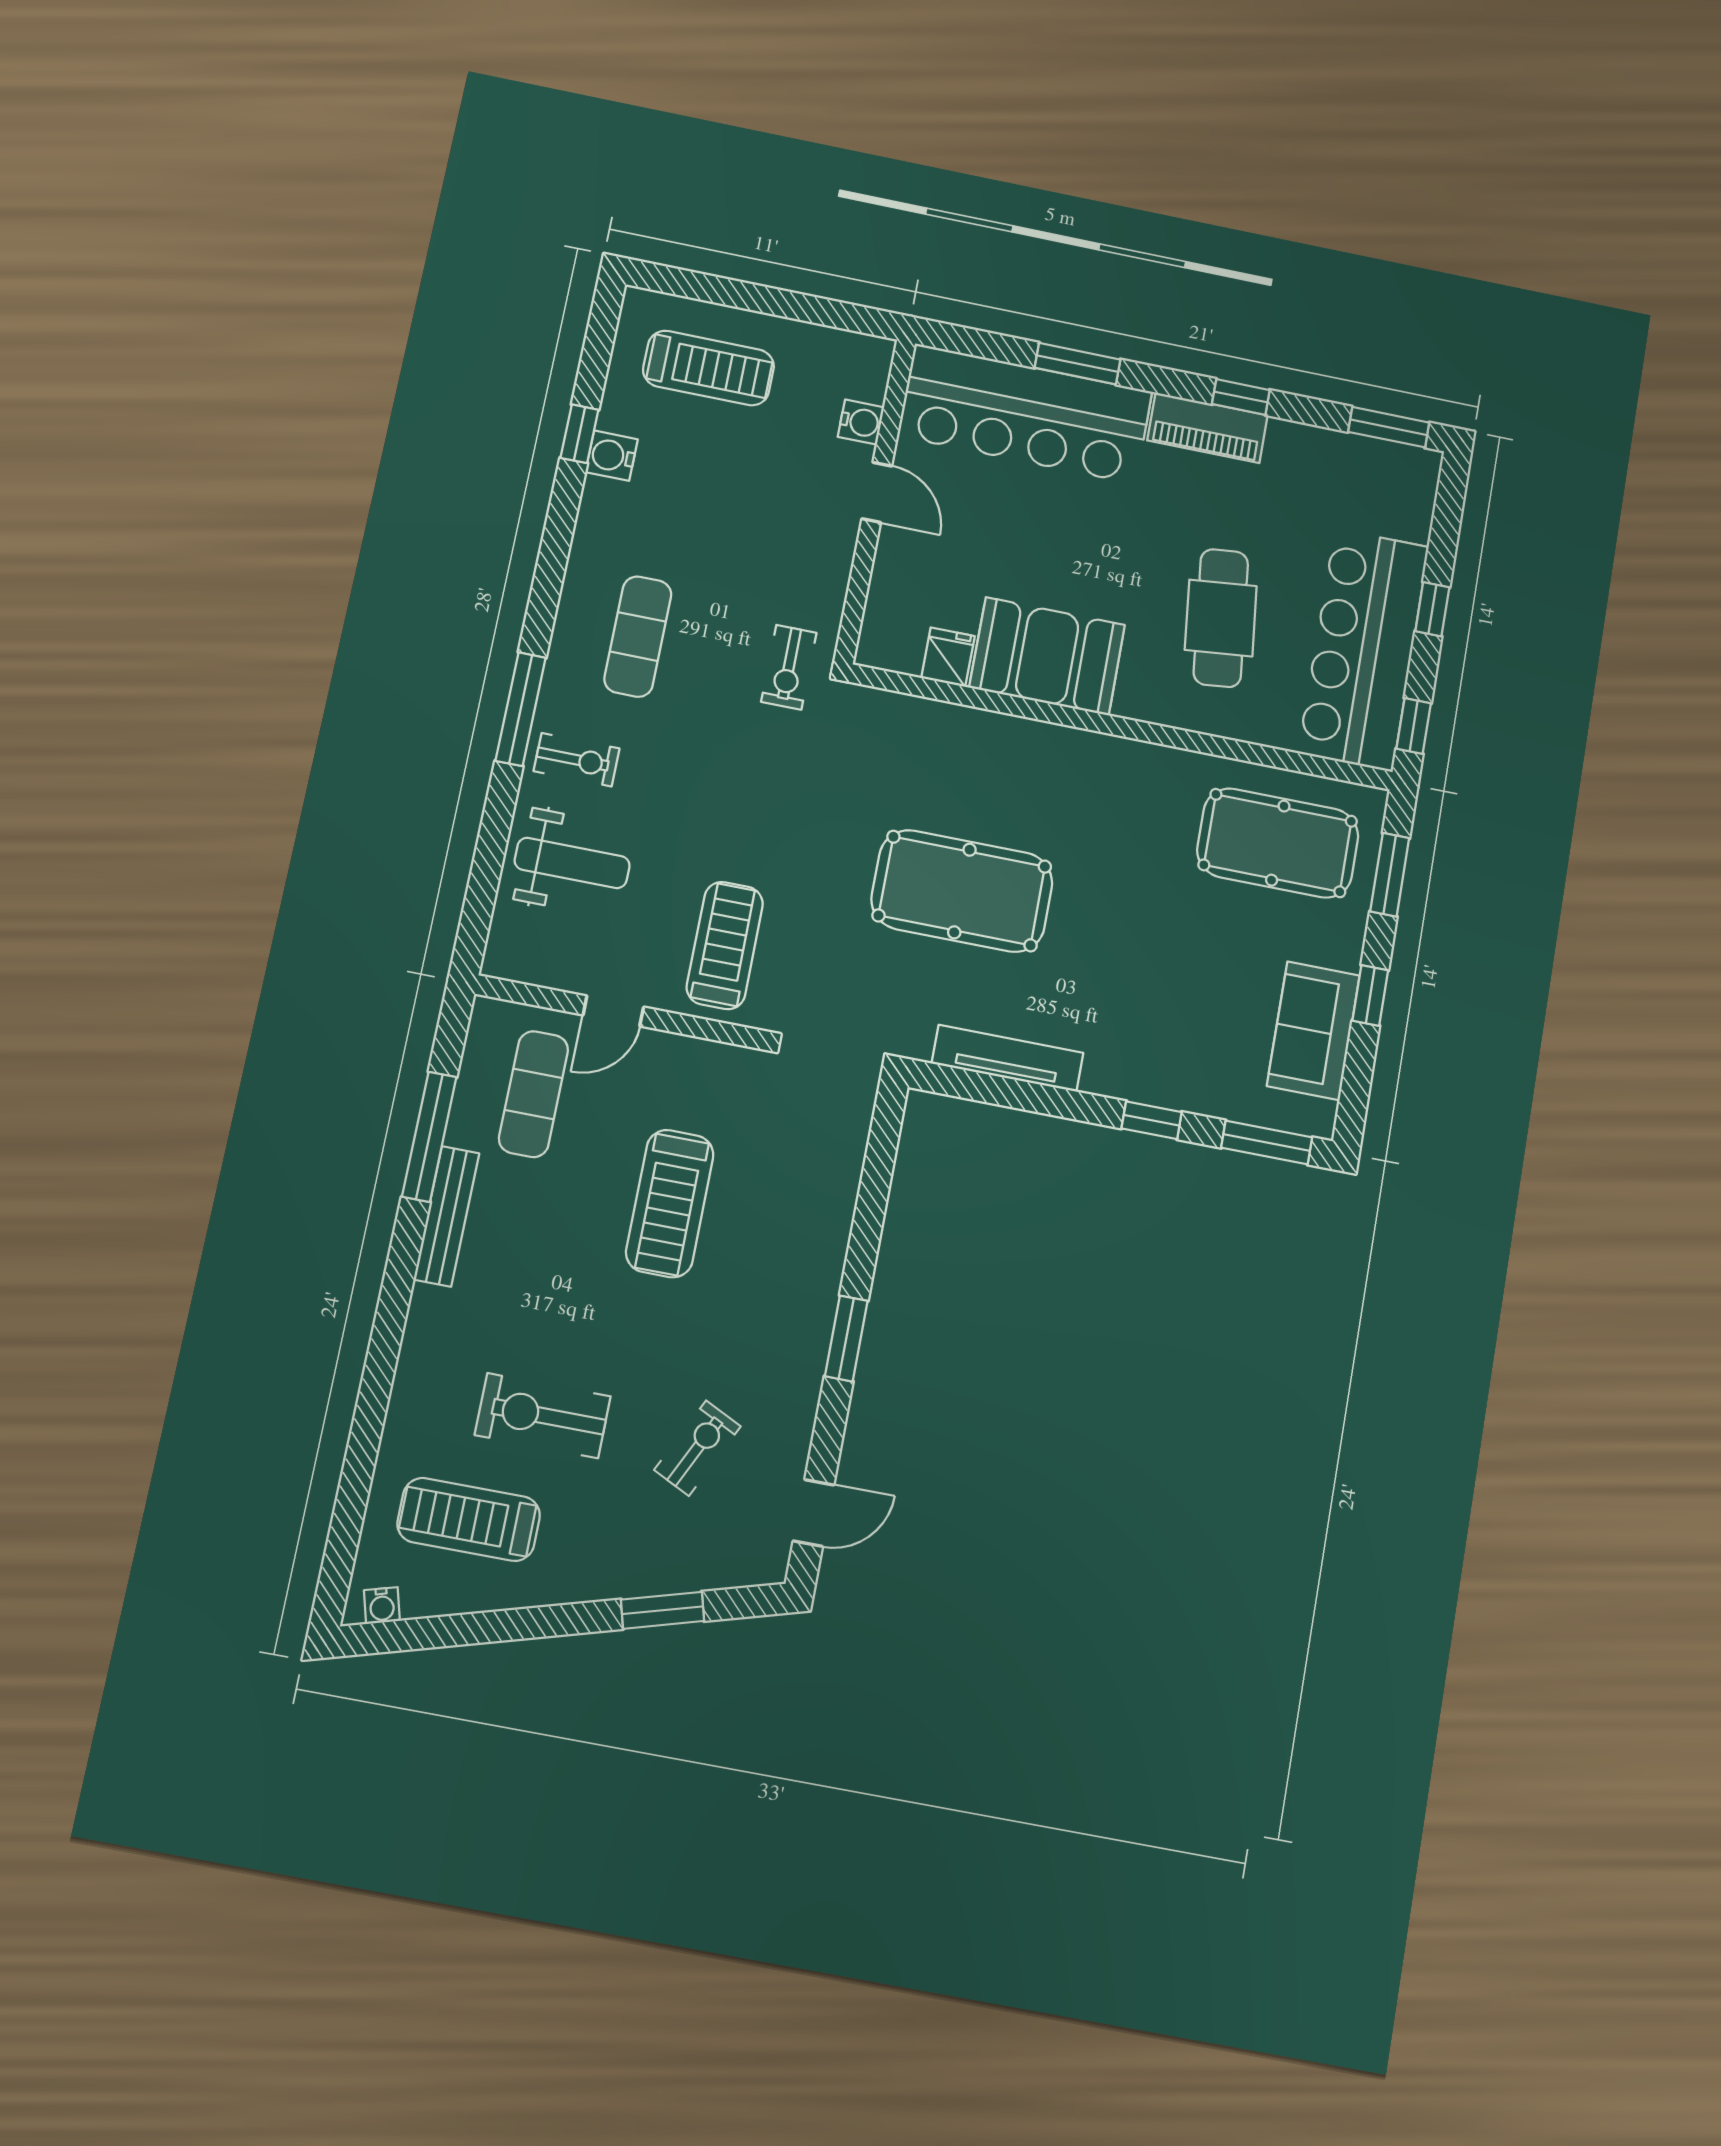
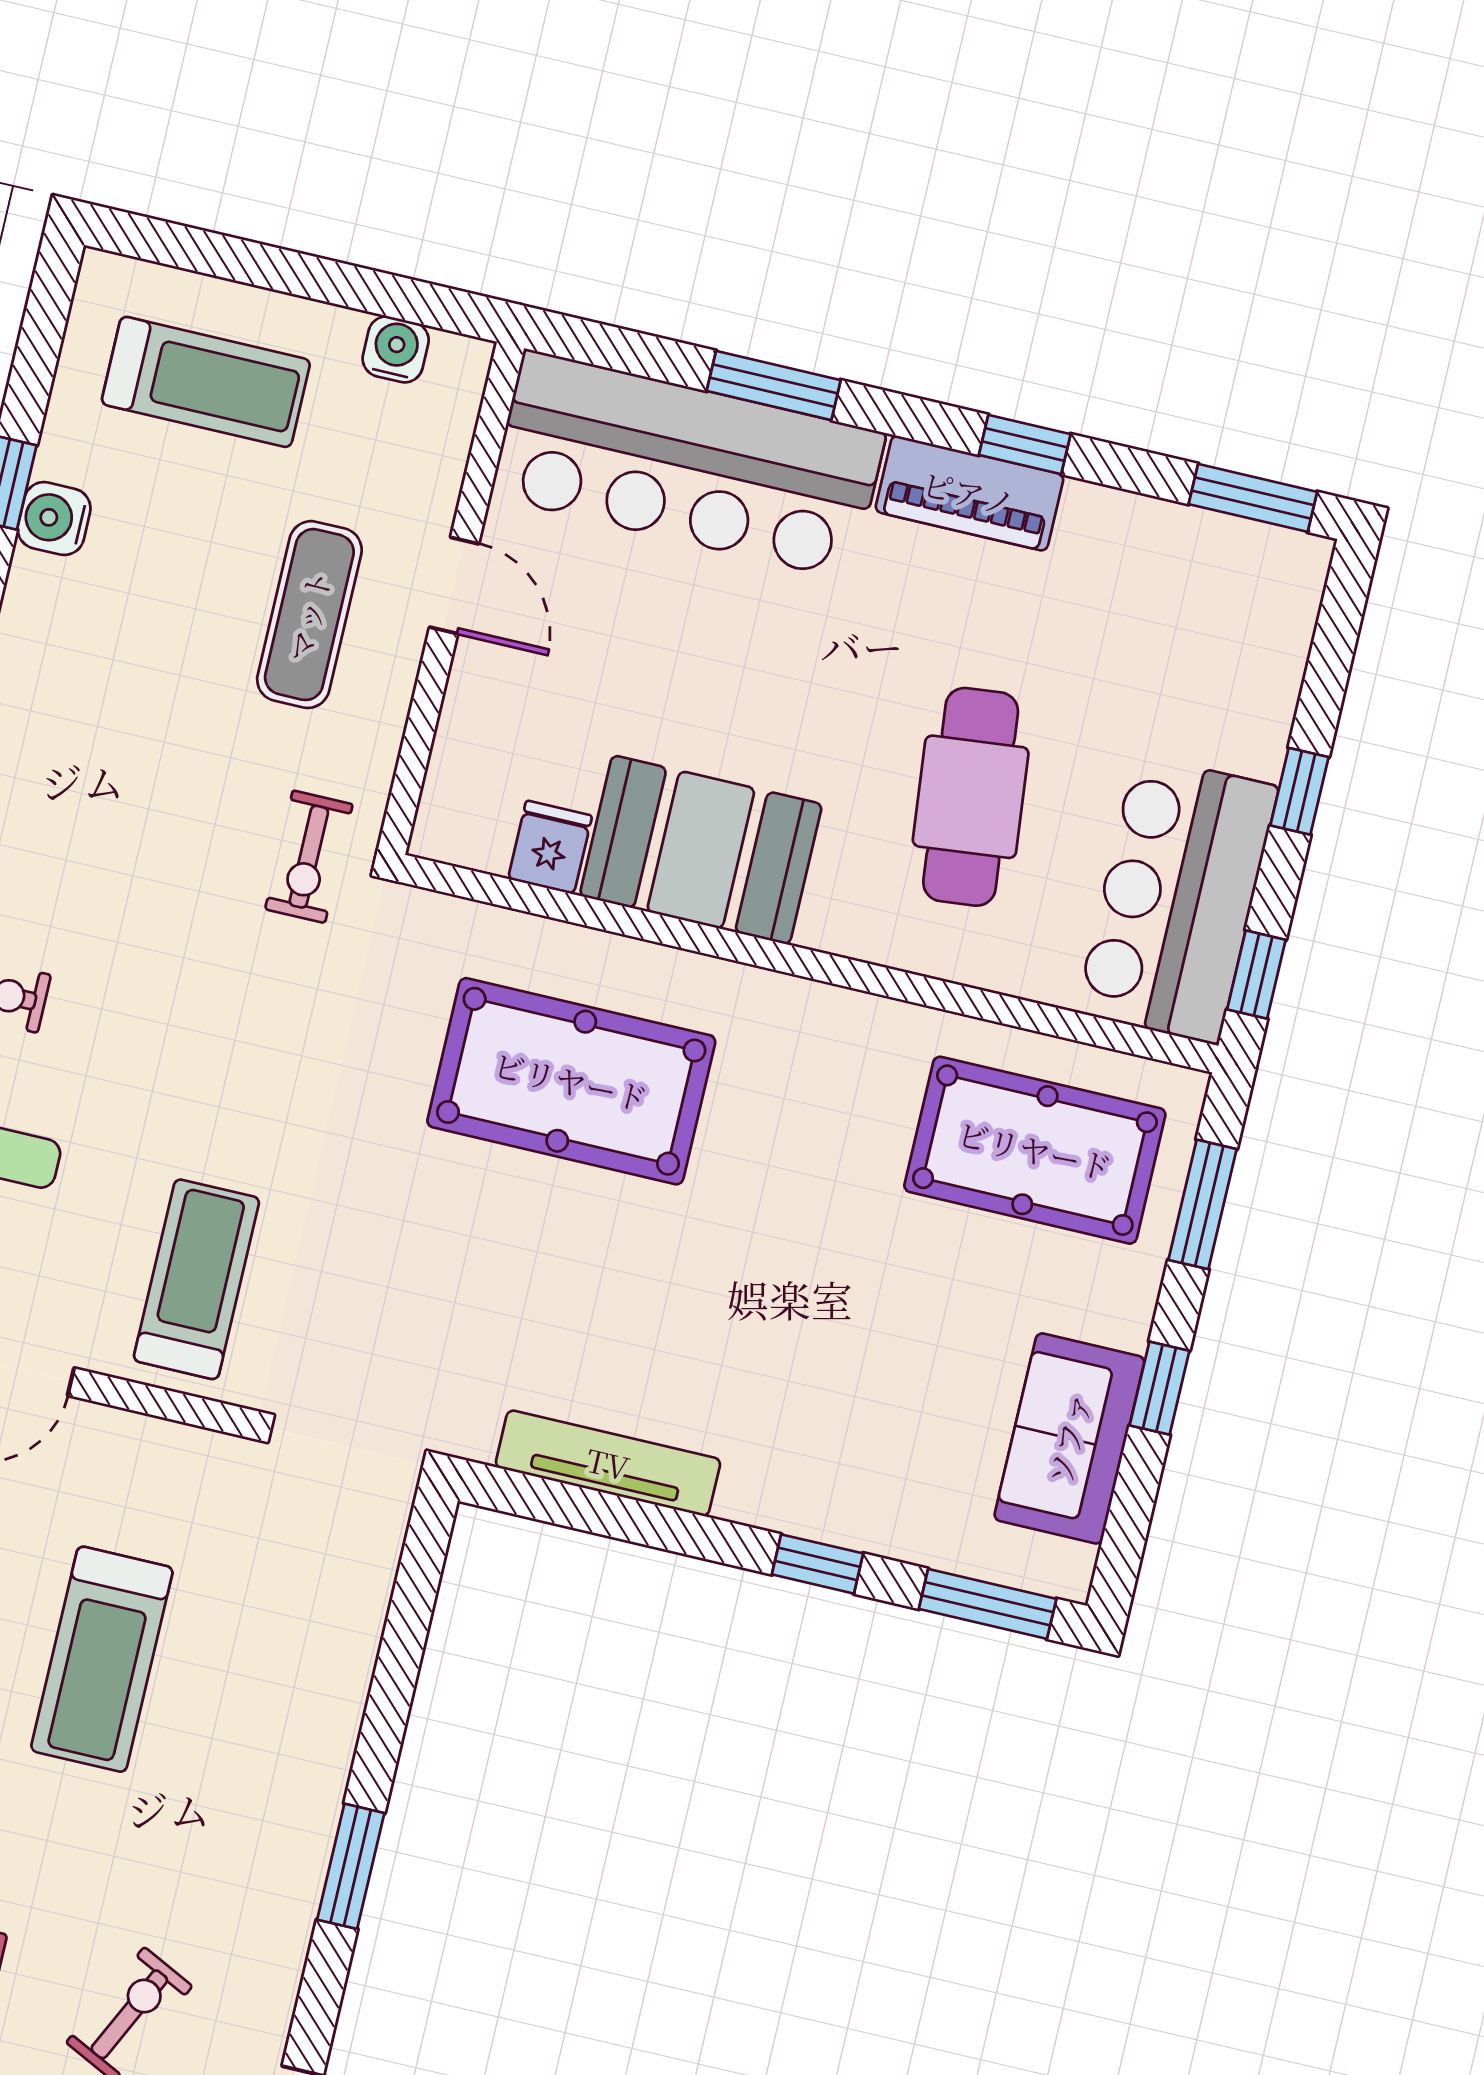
water cooler: (861, 422) -> (396, 349), moved, turned -90
exercise mat: (638, 637) -> (309, 615), moved
bar counter: (1364, 649) -> (1177, 899), width x0.73
pool table: (962, 891) -> (571, 1081), moved

